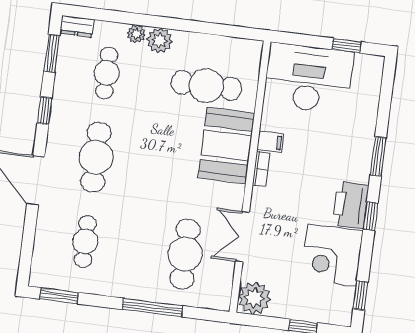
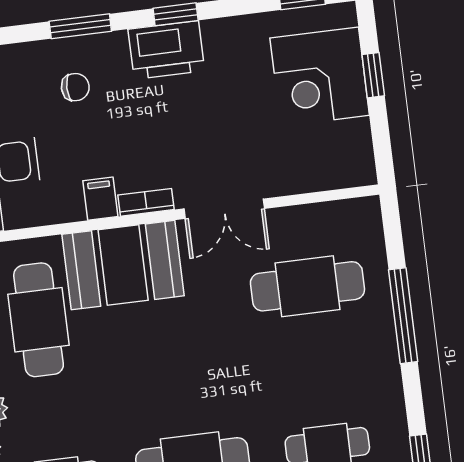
chair: (342, 144) -> (75, 87), added
double door: (242, 237) -> (224, 209), moved
corner desk: (332, 255) -> (320, 77), moved, turned 90
plant: (254, 298) -> (348, 162), removed

